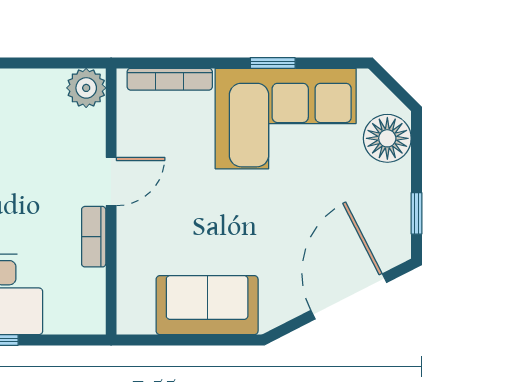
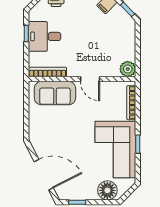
bookcase: (94, 237) -> (47, 72), moved, width x1.56
sofa: (207, 305) -> (55, 93), moved, turned 90

